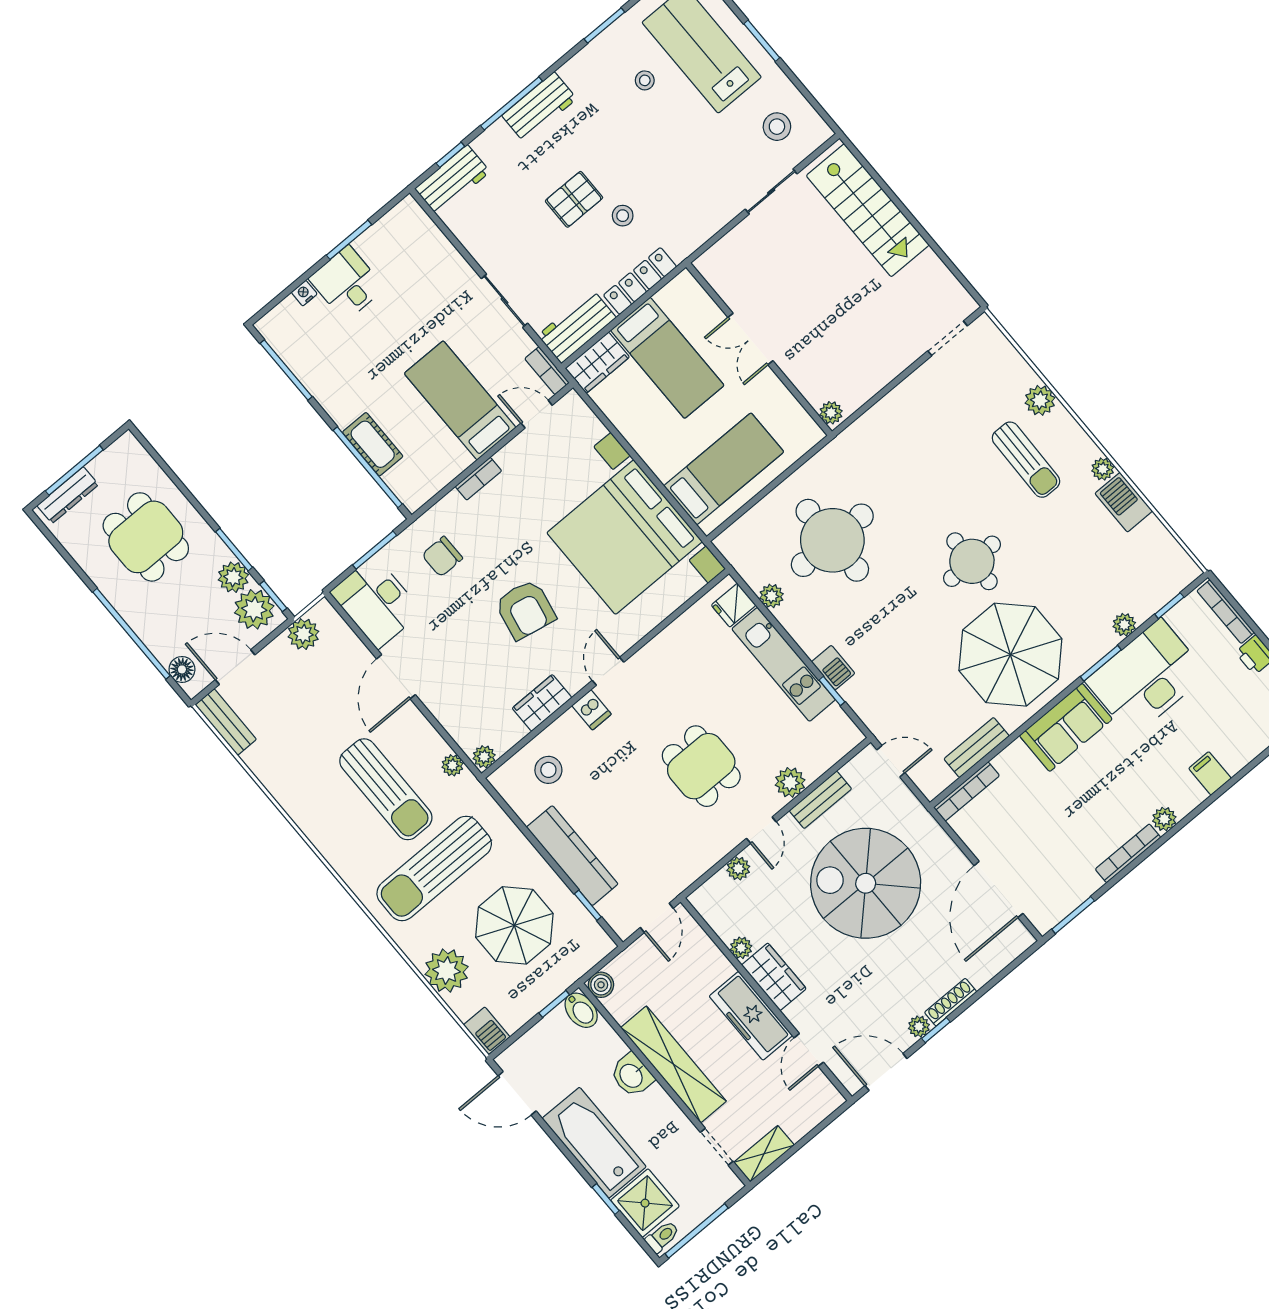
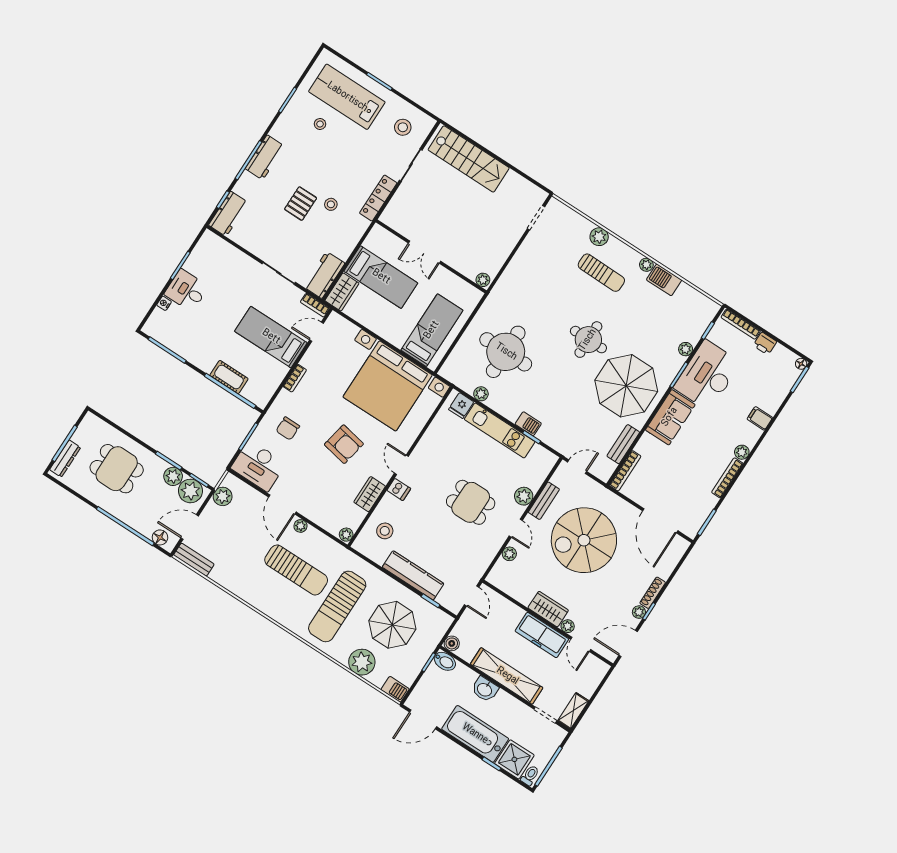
locker: (640, 281) -> (378, 198), moved
plant: (452, 765) -> (301, 526), moved
plant: (741, 948) -> (568, 626), moved

